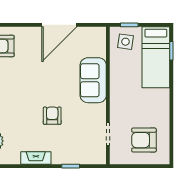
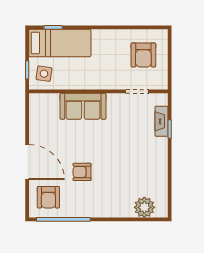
door: (59, 25) -> (27, 162), moved
armchair: (52, 116) -> (82, 172), moved
fireplace: (36, 158) -> (162, 121), moved

